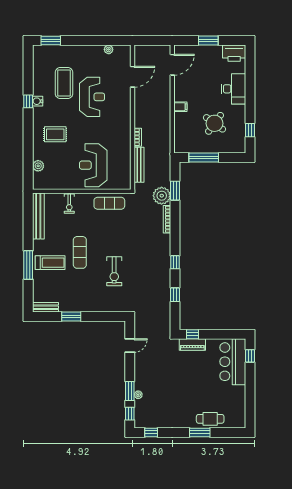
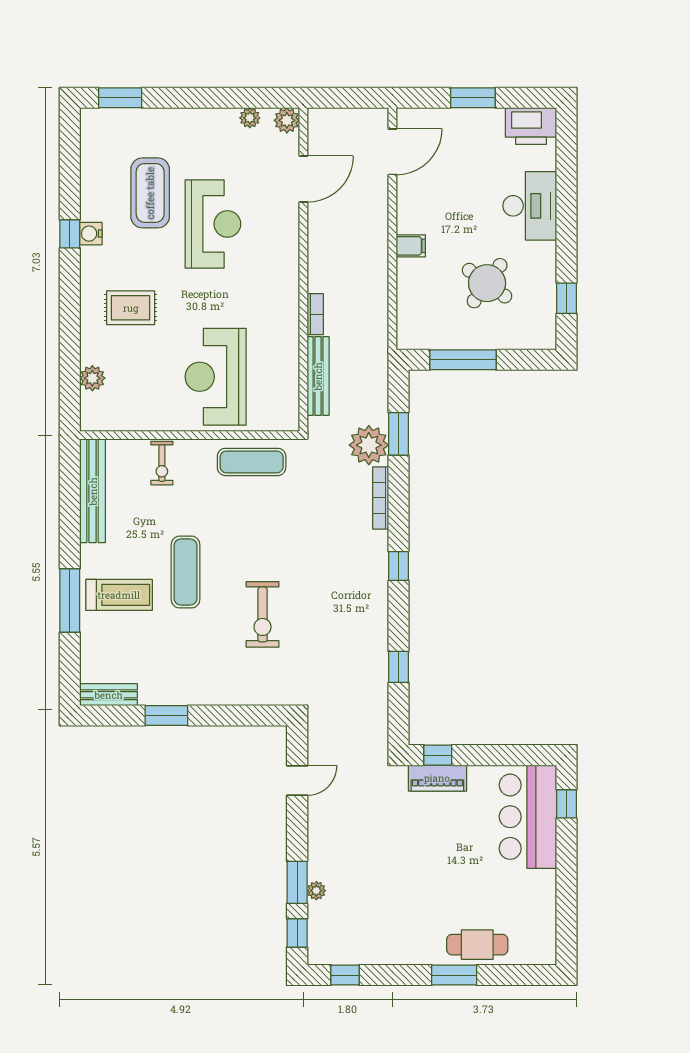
plant: (125, 51) -> (287, 120), added
window: (175, 262) -> (398, 566), moved

